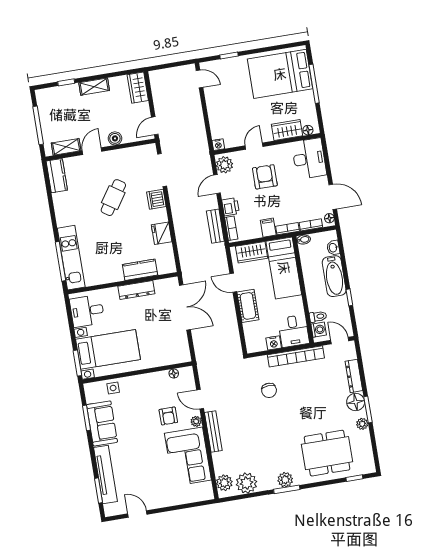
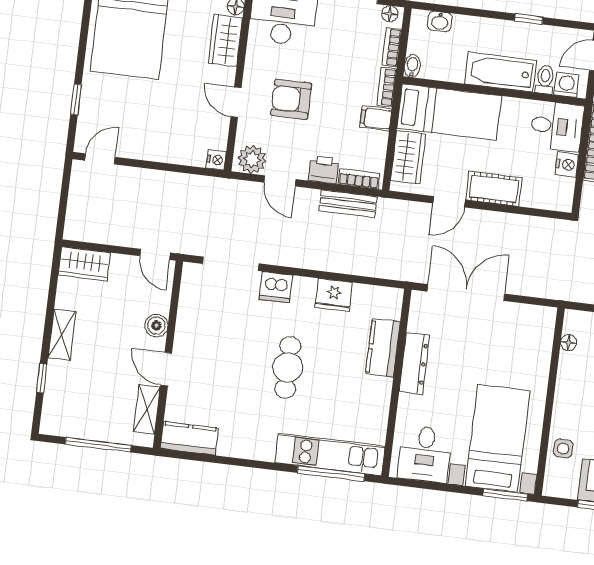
cafe table: (113, 198) -> (288, 367), moved, turned 56
bathtub: (334, 276) -> (501, 72), moved, turned 180

